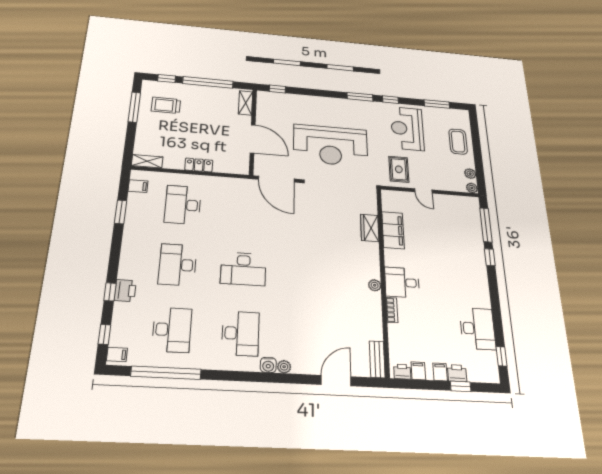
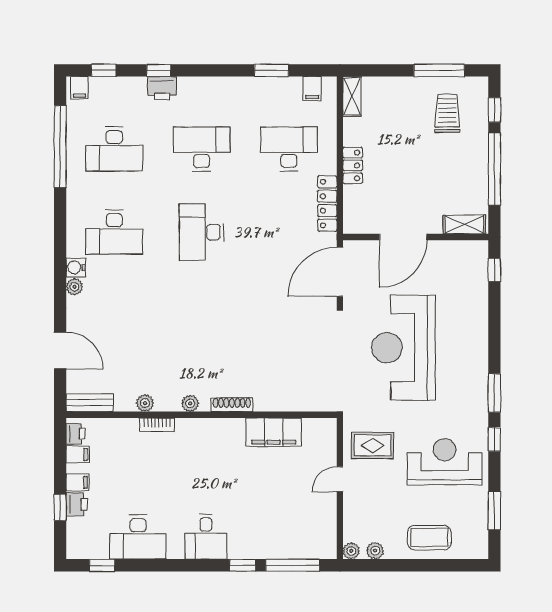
locker: (226, 183) -> (327, 203), added
wardrobe: (370, 228) -> (275, 400), removed
shoe rack: (374, 257) -> (232, 405), added
desk: (402, 282) -> (206, 537), moved, turned 180
plant: (376, 318) -> (145, 403), added

